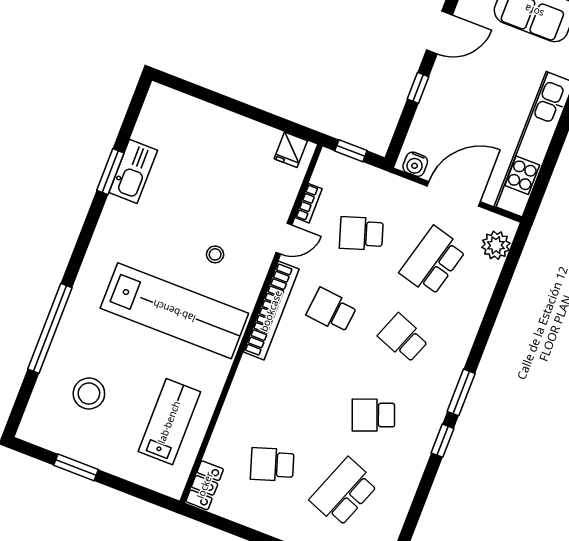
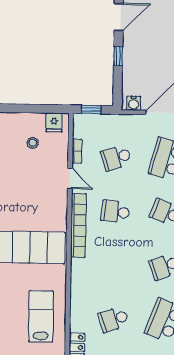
door: (284, 239) -> (70, 178), hinge flipped
stool: (215, 254) -> (33, 143), moved

